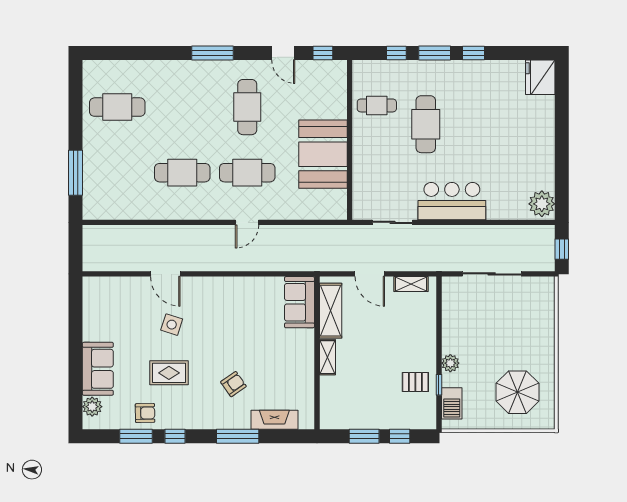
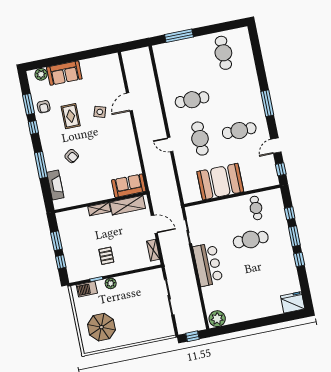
cafe table: (182, 173) -> (192, 100), turned 90
door: (370, 274) -> (154, 224), swing flipped
pallet: (415, 382) -> (106, 256), moved

